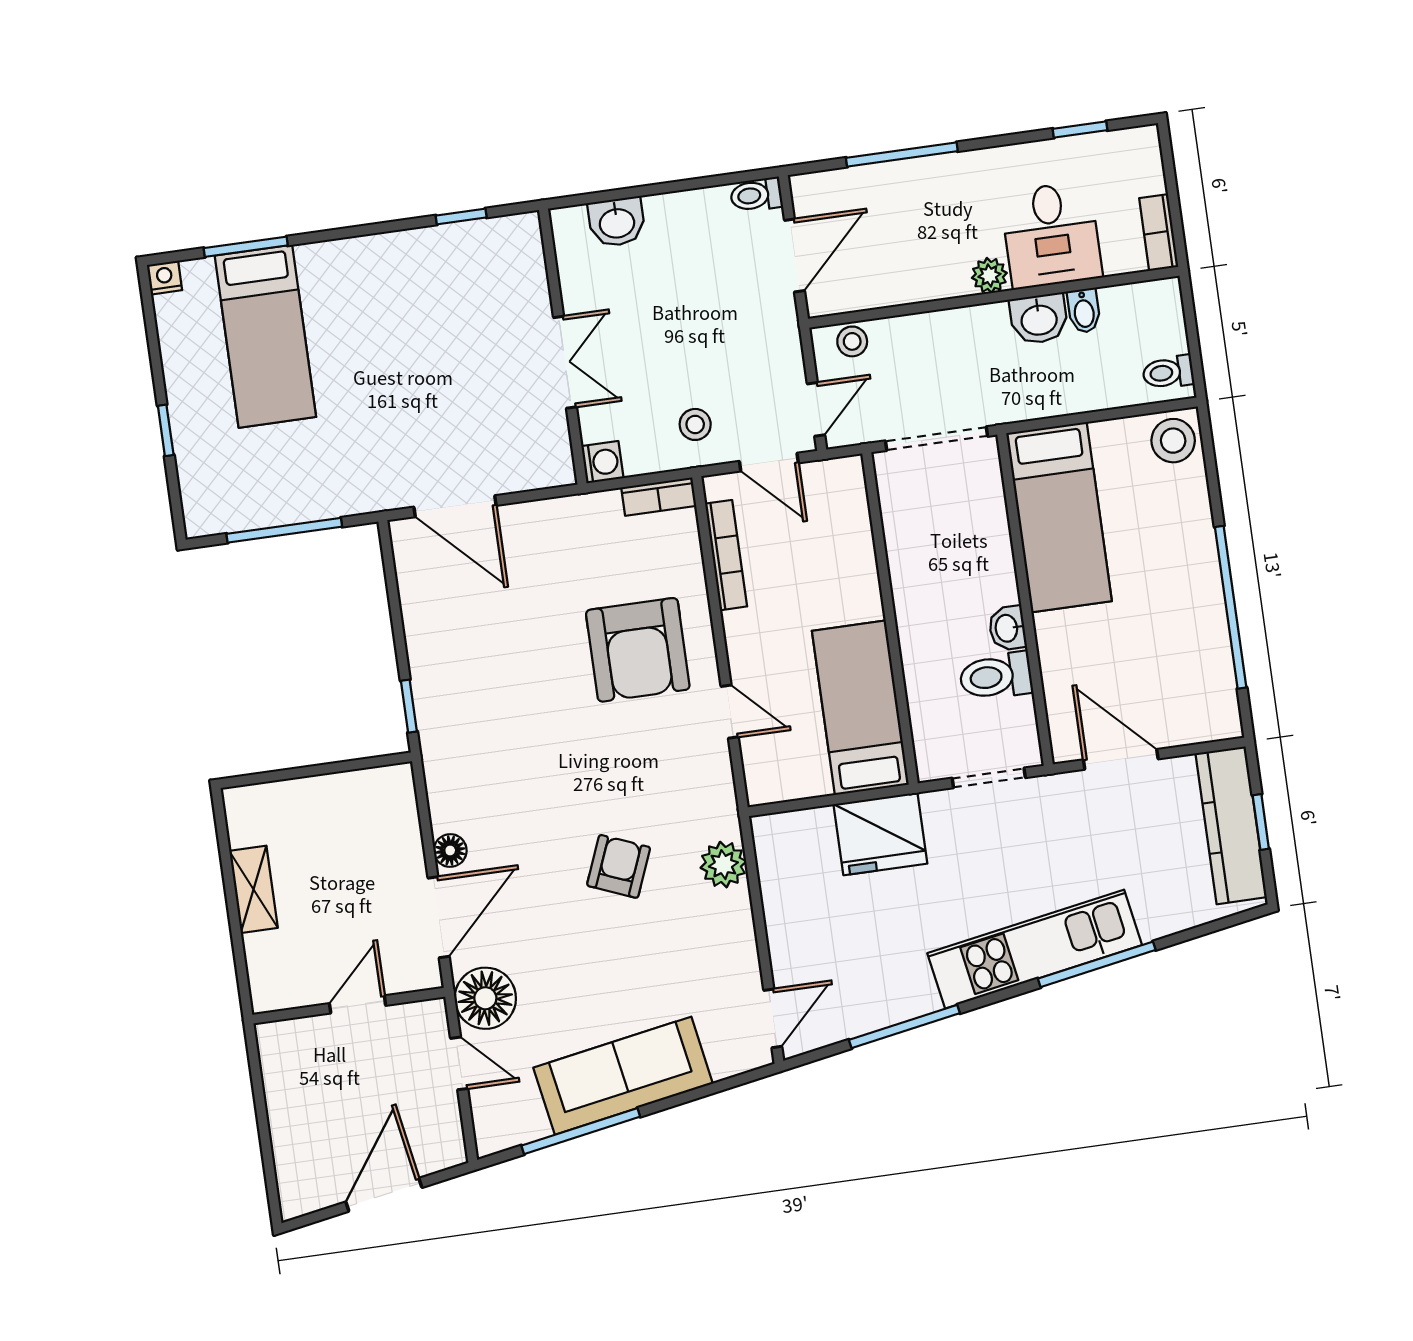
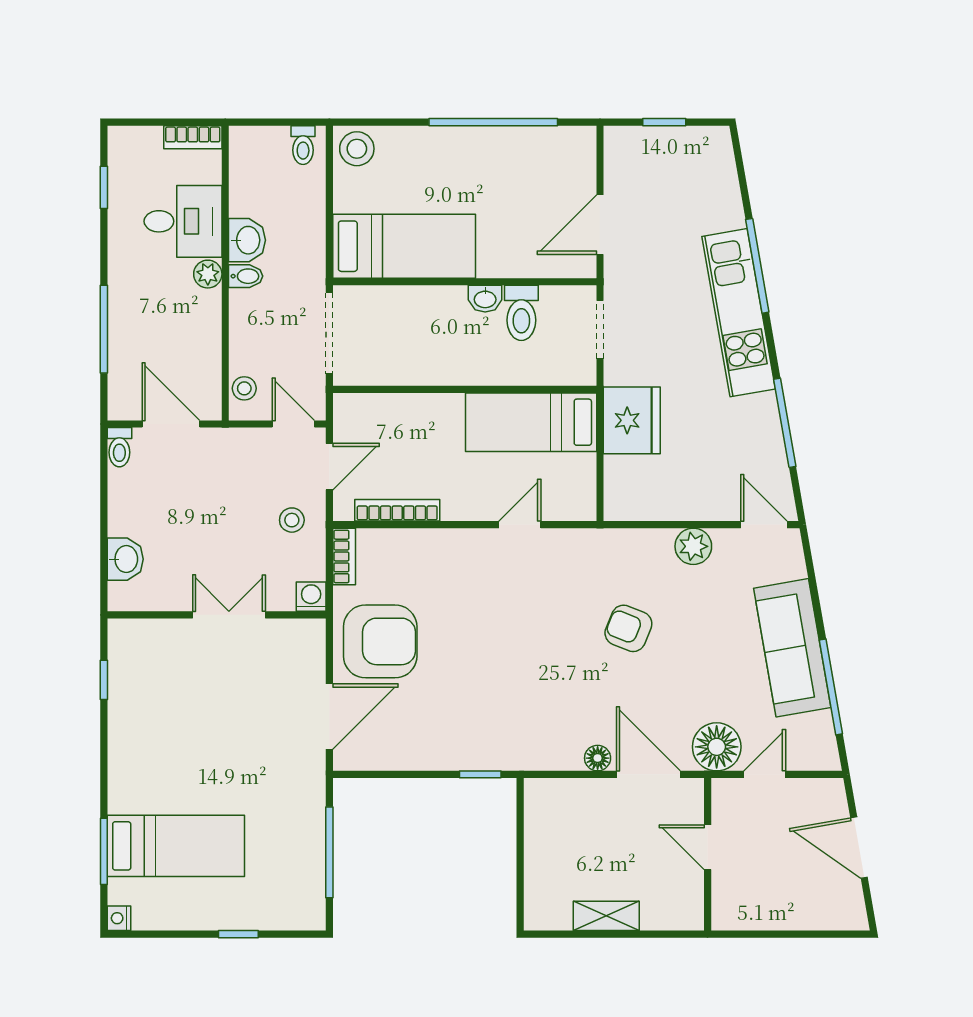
bidet: (1084, 311) -> (246, 276), moved
armchair: (638, 650) -> (380, 641), moved
kitchen counter: (1231, 825) -> (664, 146), removed
plant: (723, 865) -> (693, 546), moved

